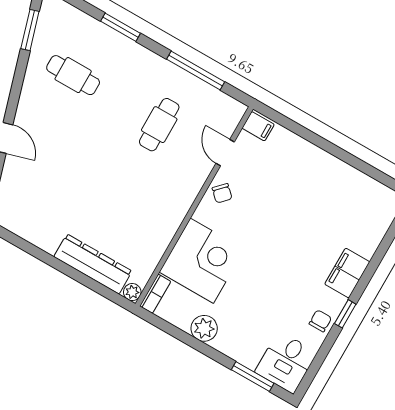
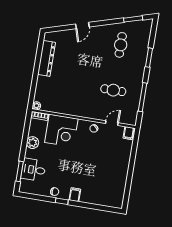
dresser: (93, 264) -> (47, 58), moved
filing cabinet: (347, 273) -> (75, 195), width x0.50
desk: (286, 362) -> (33, 170), moved

